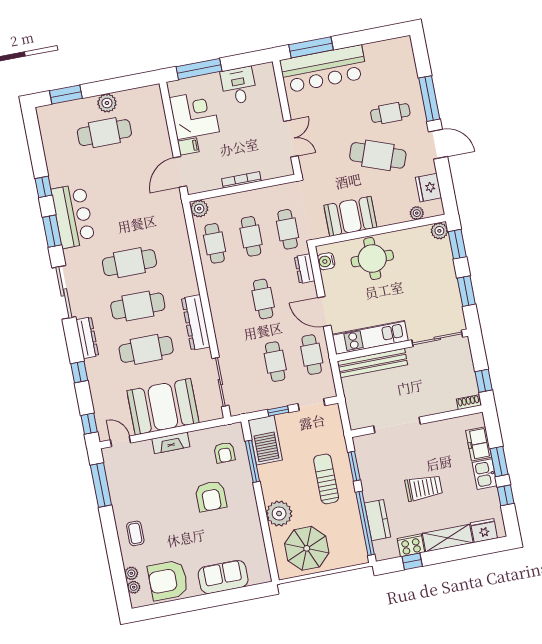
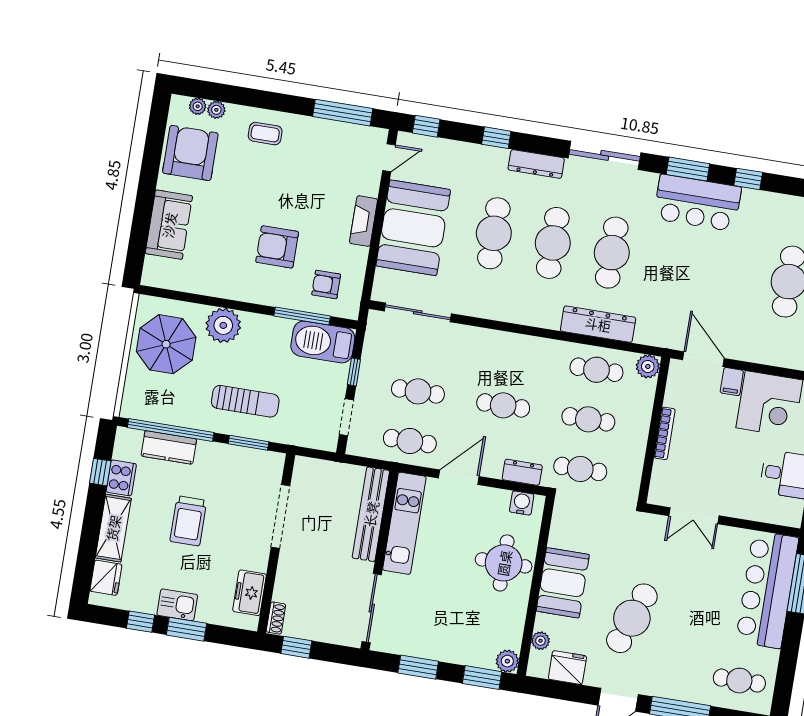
cafe table: (390, 113) -> (739, 681), moved, turned 90
booth: (350, 216) -> (563, 583), moved
dresser: (196, 322) -> (598, 324), moved
freezer: (479, 444) -> (249, 593), moved, turned -90

